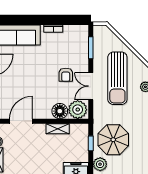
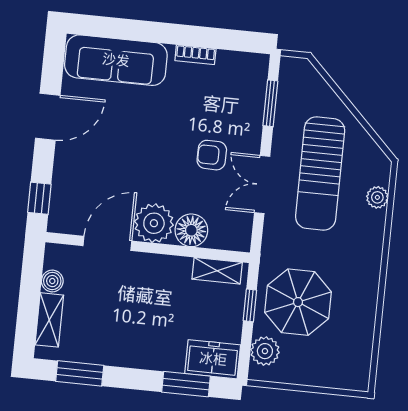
armchair: (66, 75) -> (212, 155), turned 91
plant: (78, 110) -> (154, 223), moved
shelving: (58, 129) -> (217, 271), moved

